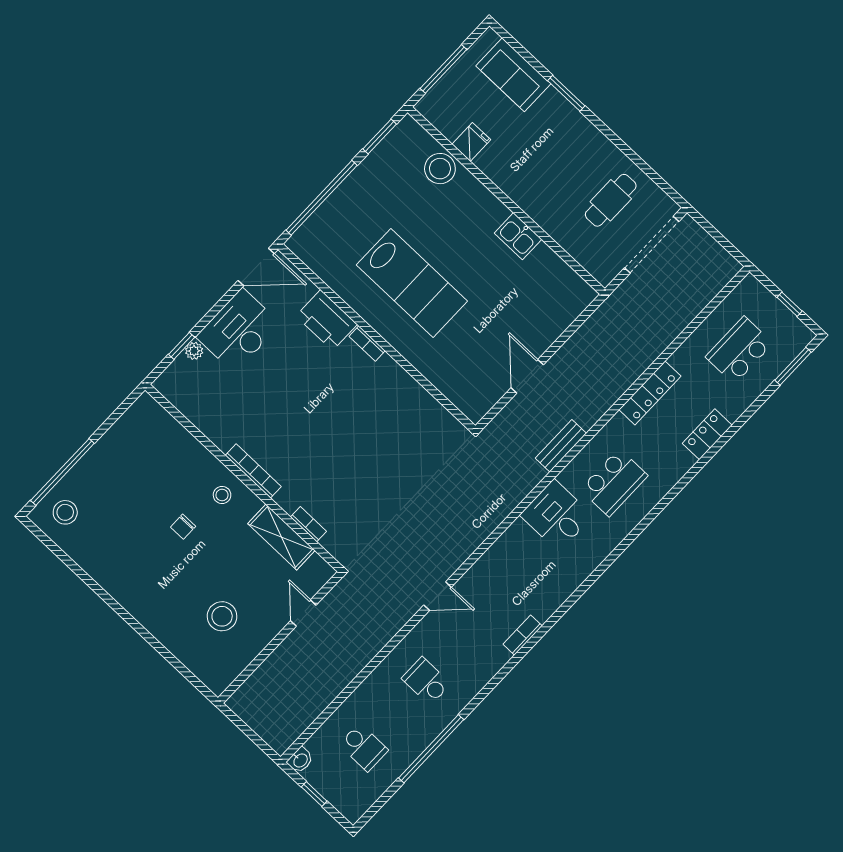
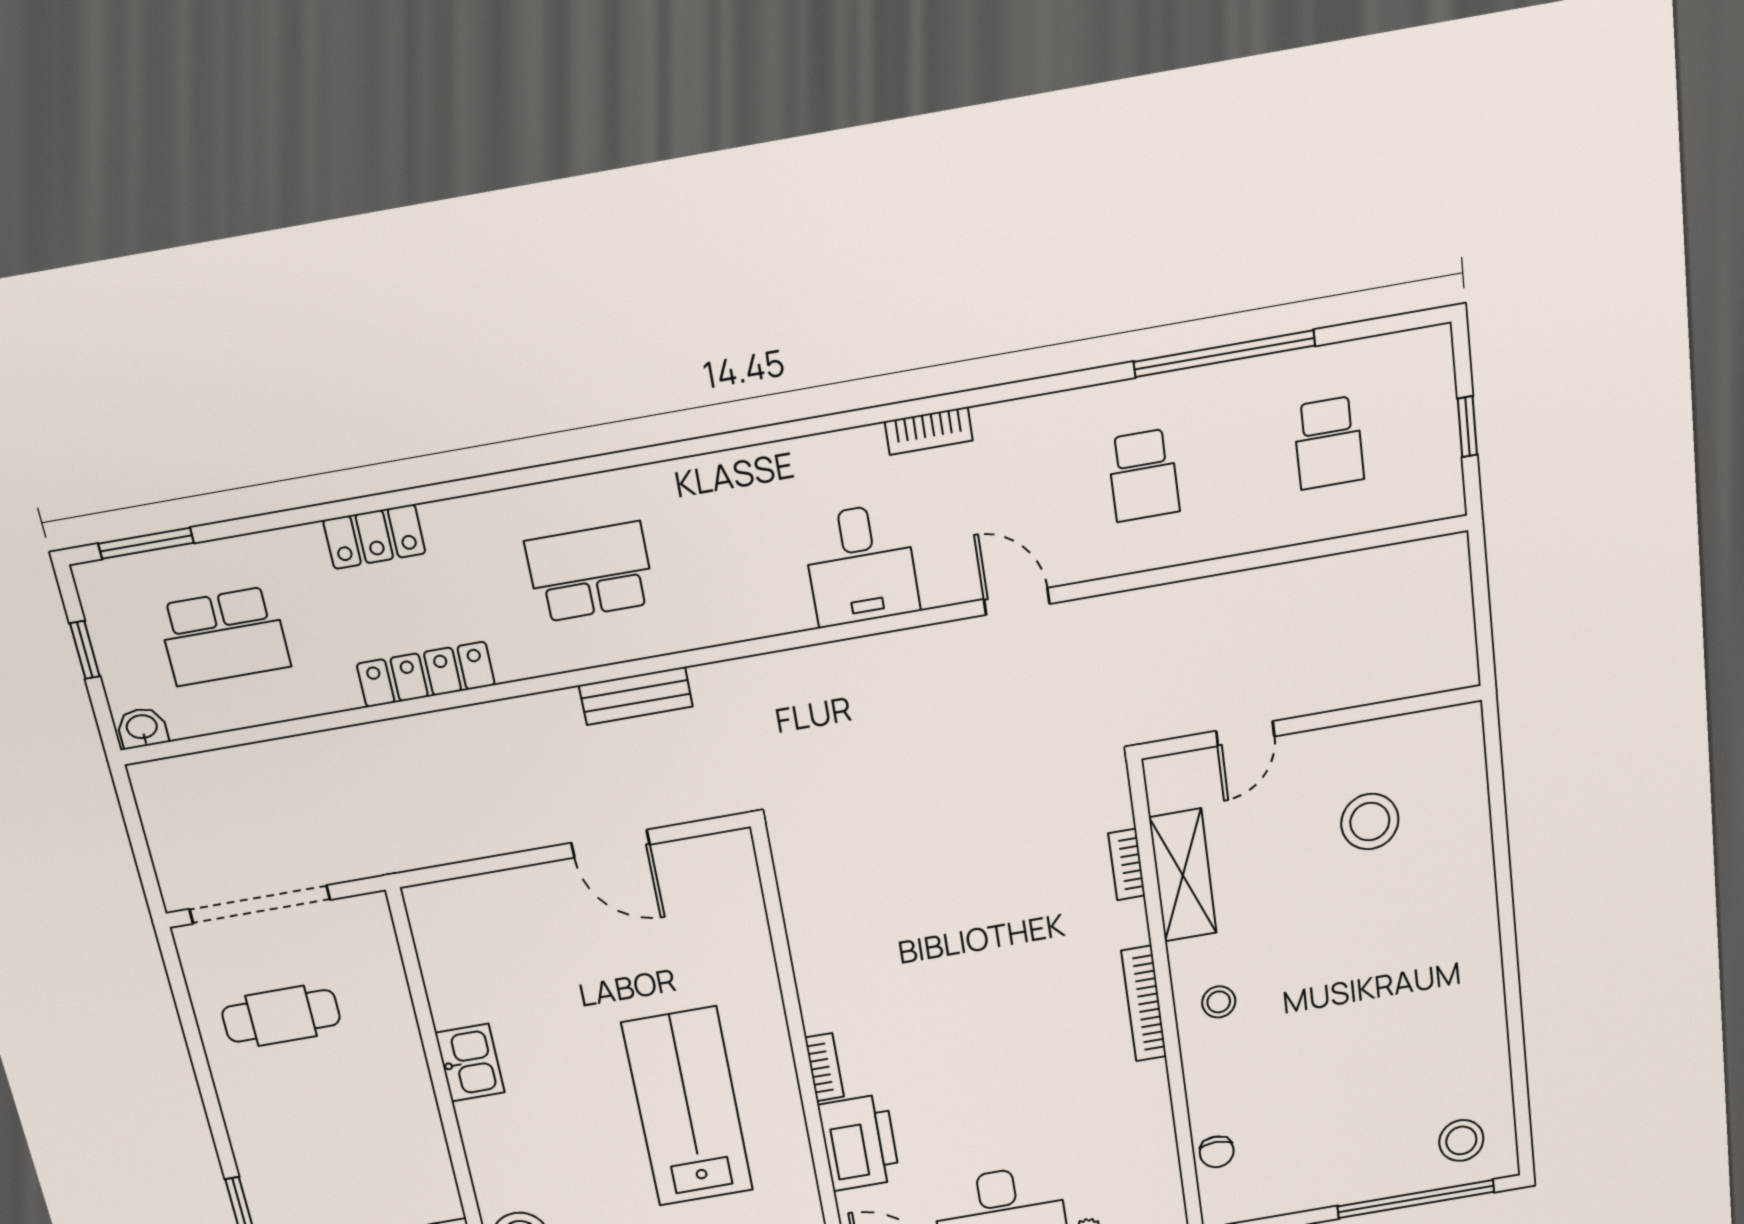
door: (527, 376) -> (610, 844), hinge flipped
desk: (556, 515) -> (861, 565), moved
chair: (183, 527) -> (1217, 1152), moved, turned 90
school desk: (364, 747) -> (1329, 443), turned 180
washbasin: (300, 760) -> (142, 728), moved

